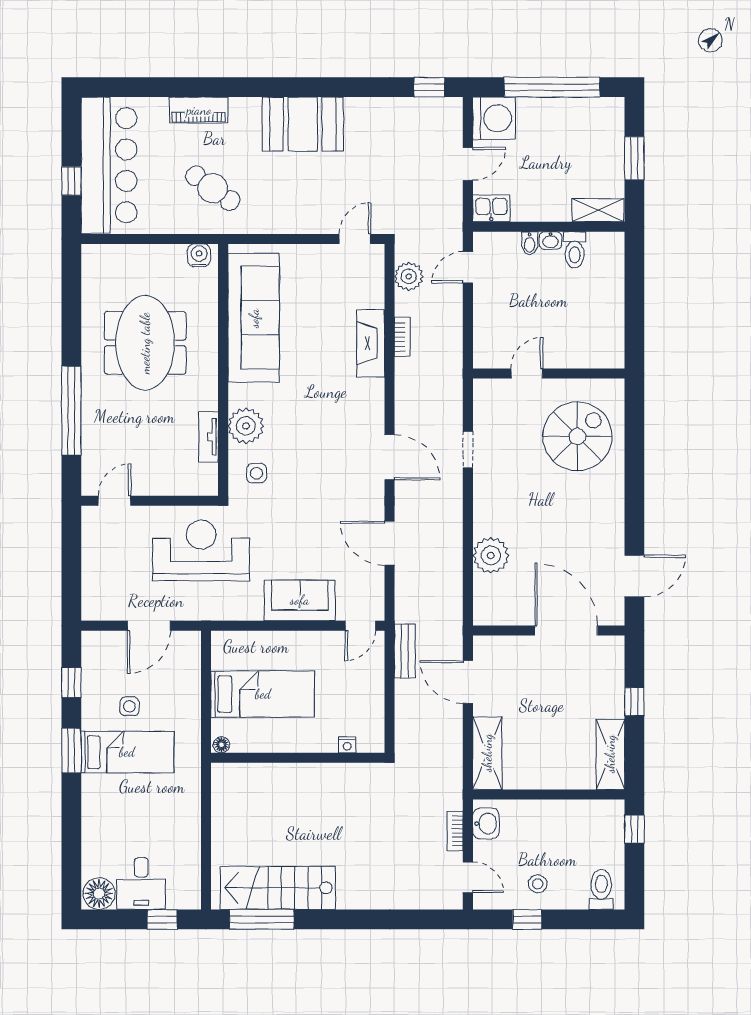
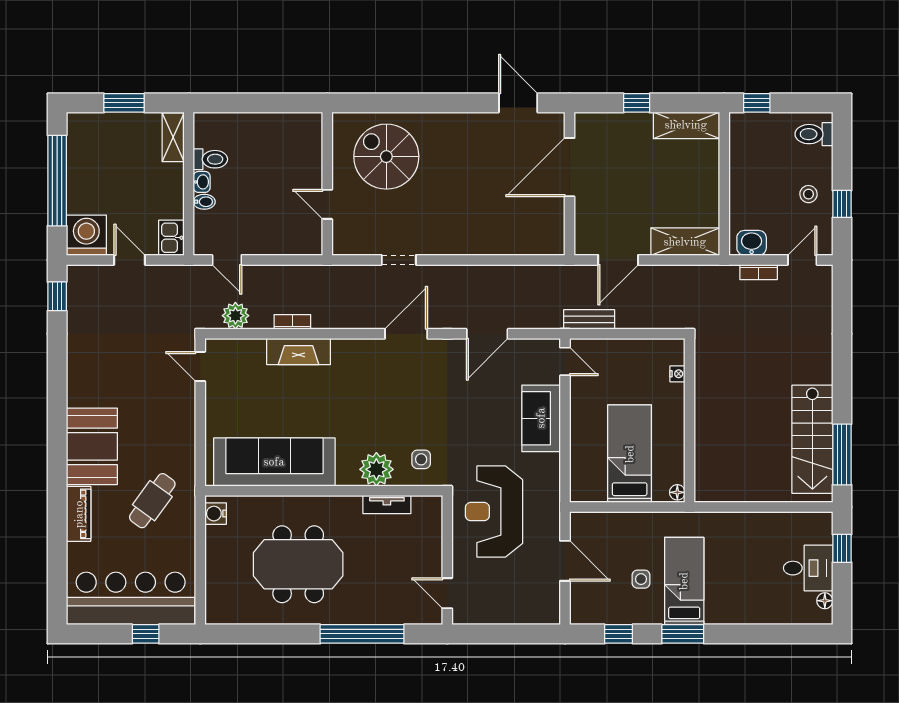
booth: (303, 124) -> (92, 446), moved
plant: (491, 555) -> (499, 238), removed
floor lamp: (99, 894) -> (825, 601), width x0.53, depth x0.53

